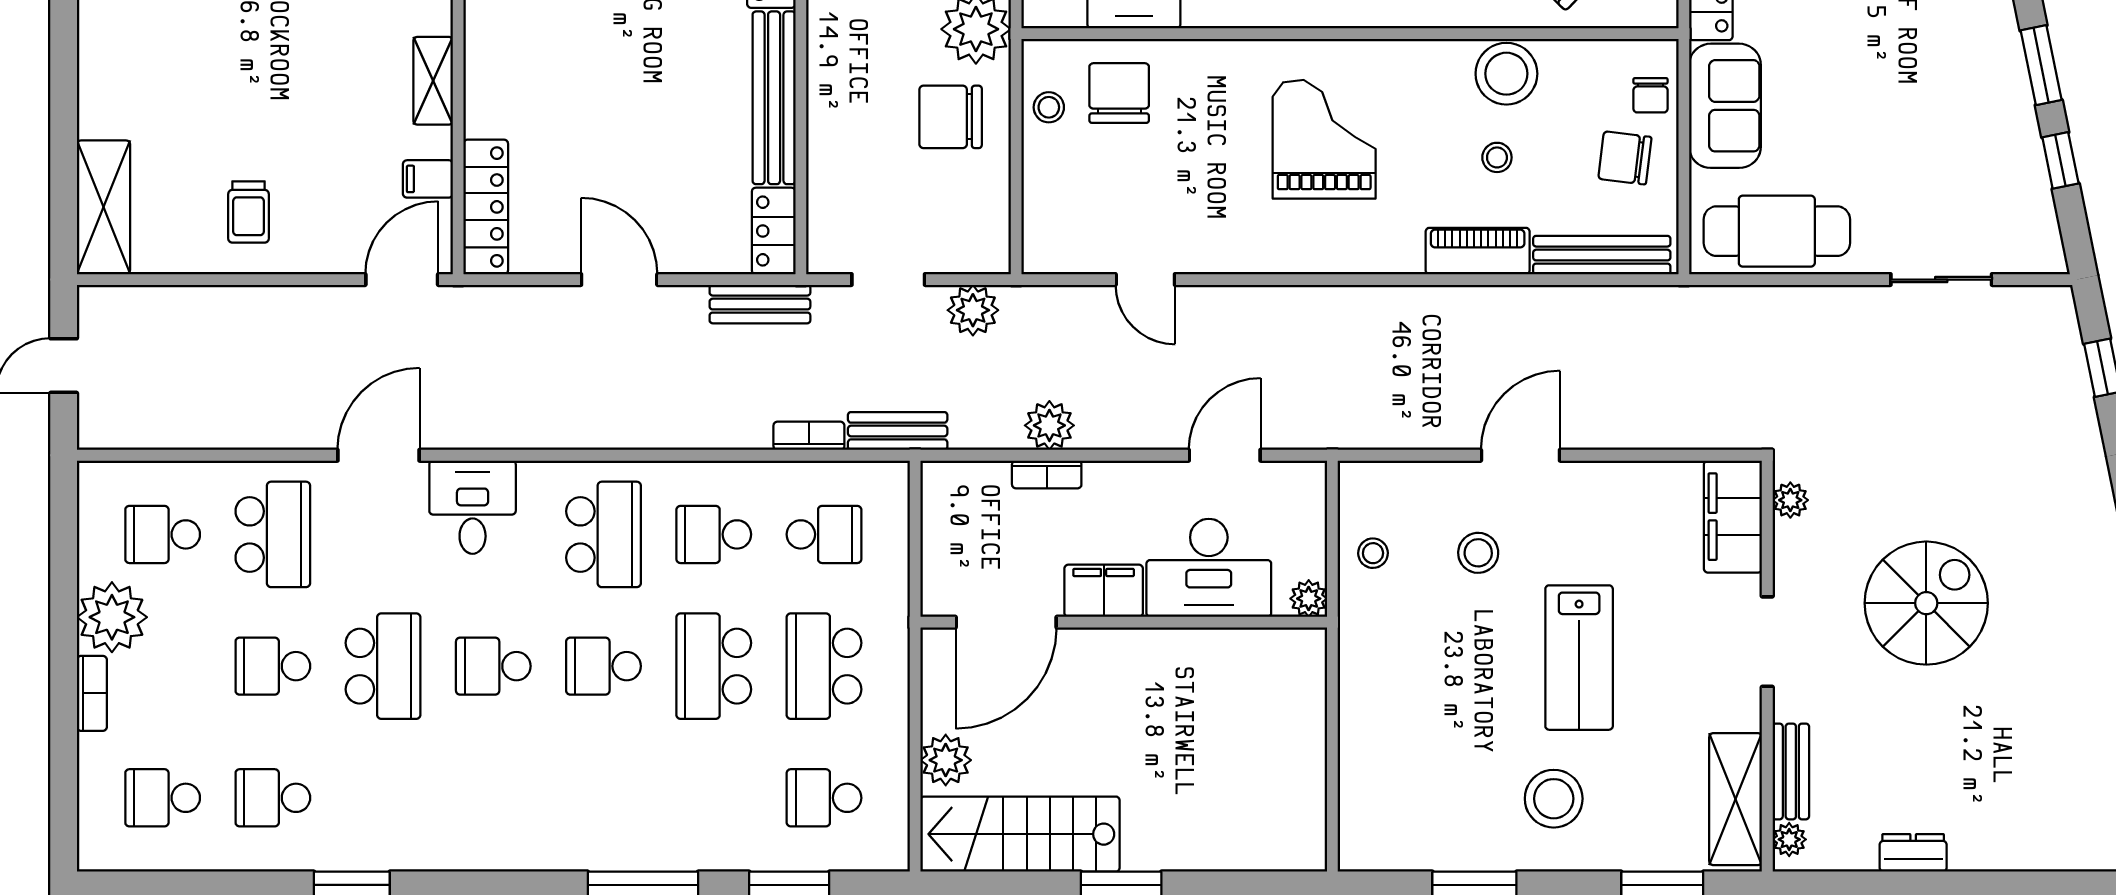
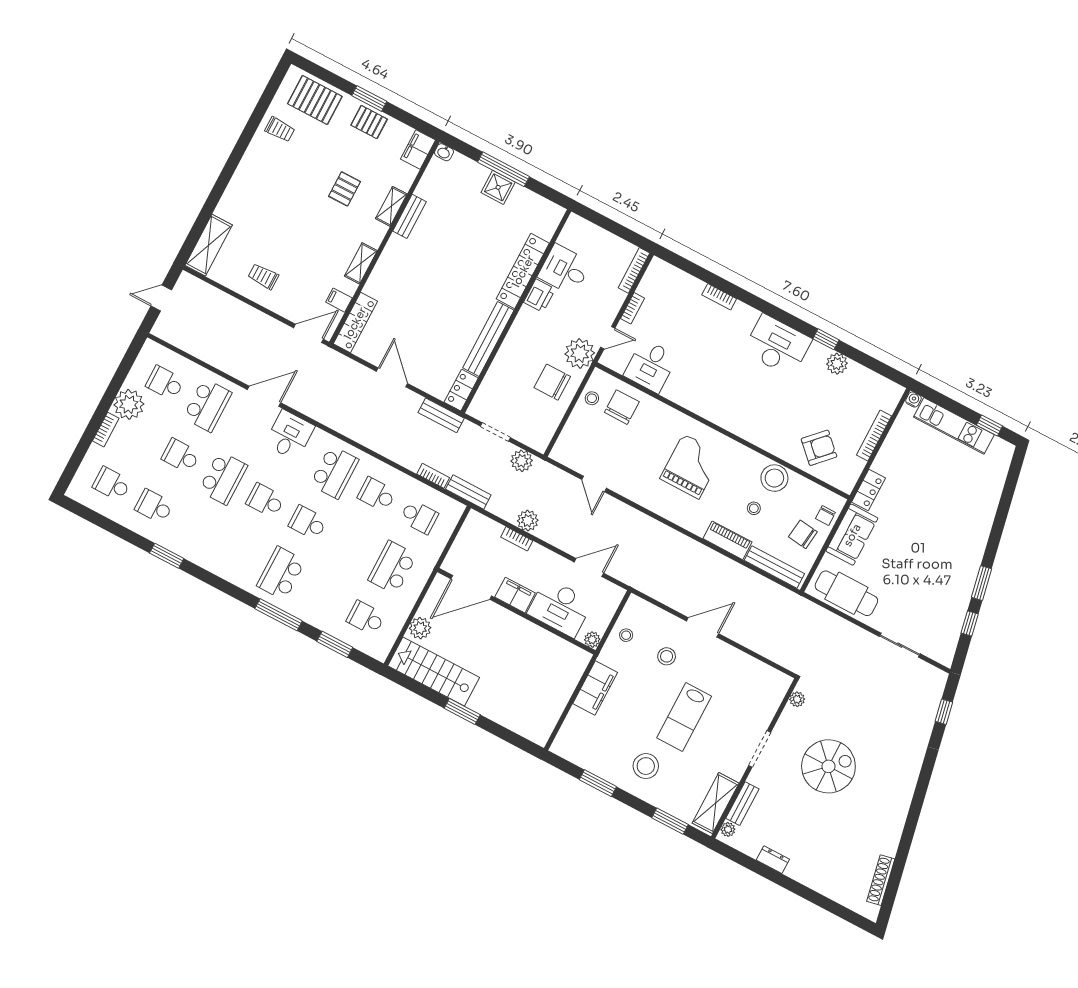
trolley: (249, 212) -> (263, 276), turned 90
filing cabinet: (1733, 517) -> (595, 688), moved, turned 180
school desk: (714, 666) -> (281, 573), moved

